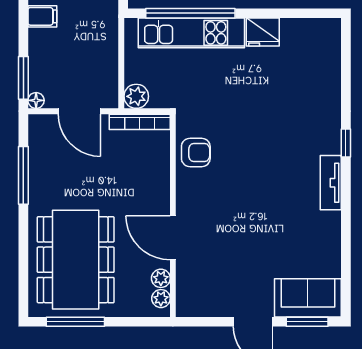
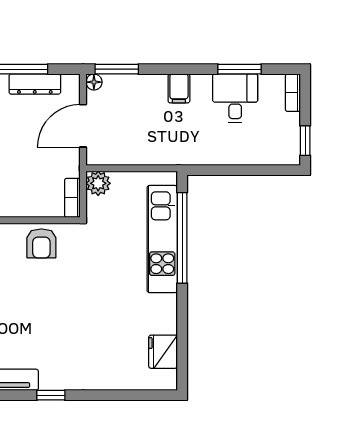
fridge: (263, 32) -> (163, 352), moved
bookcase: (140, 122) -> (72, 198), width x0.64
dresser: (38, 159) -> (35, 84), added

